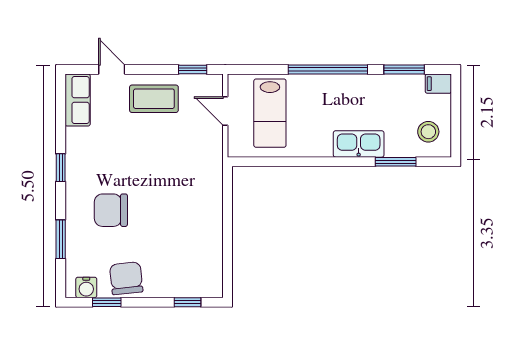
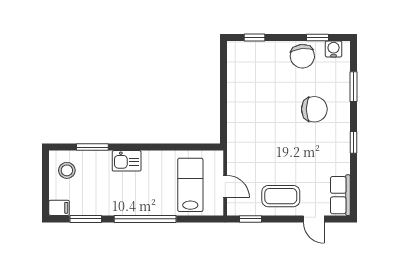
kitchen sink: (359, 144) -> (127, 161), width x0.73

